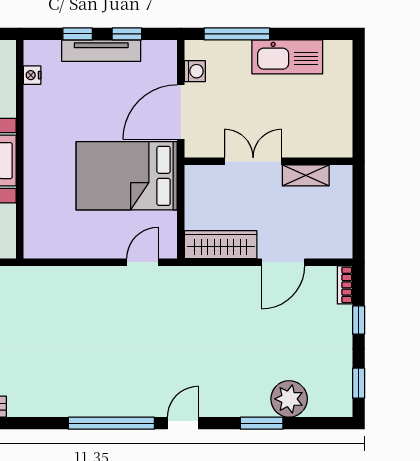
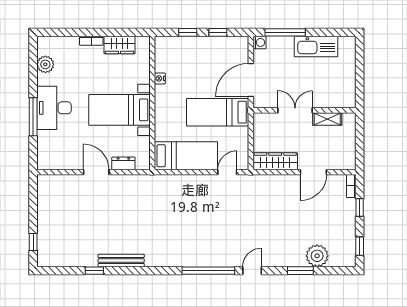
tv unit: (101, 51) -> (202, 43), removed
washing machine: (195, 71) -> (259, 42), moved
nightstand: (32, 75) -> (160, 78), moved
bed: (127, 176) -> (218, 112), width x0.67
bed: (75, 235) -> (186, 156), added

